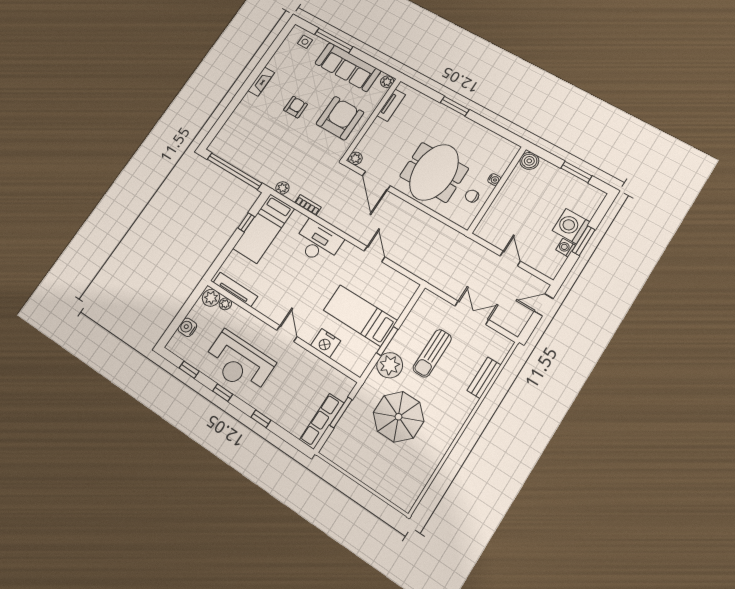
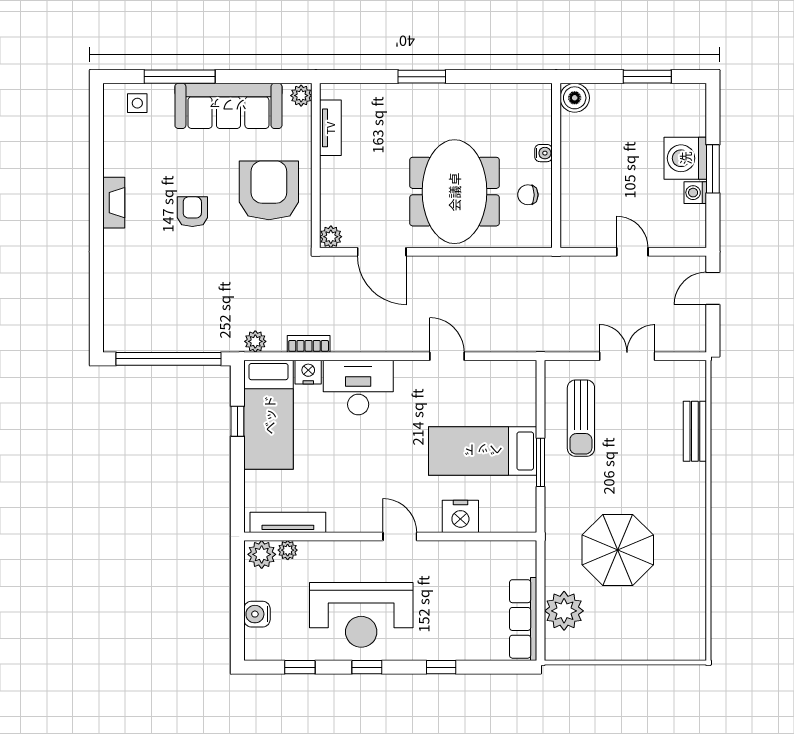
nightstand: (298, 219) -> (308, 372), added
sun lounger: (432, 353) -> (581, 418), moved
plant: (390, 365) -> (564, 611), moved
window: (341, 412) -> (540, 592), removed

